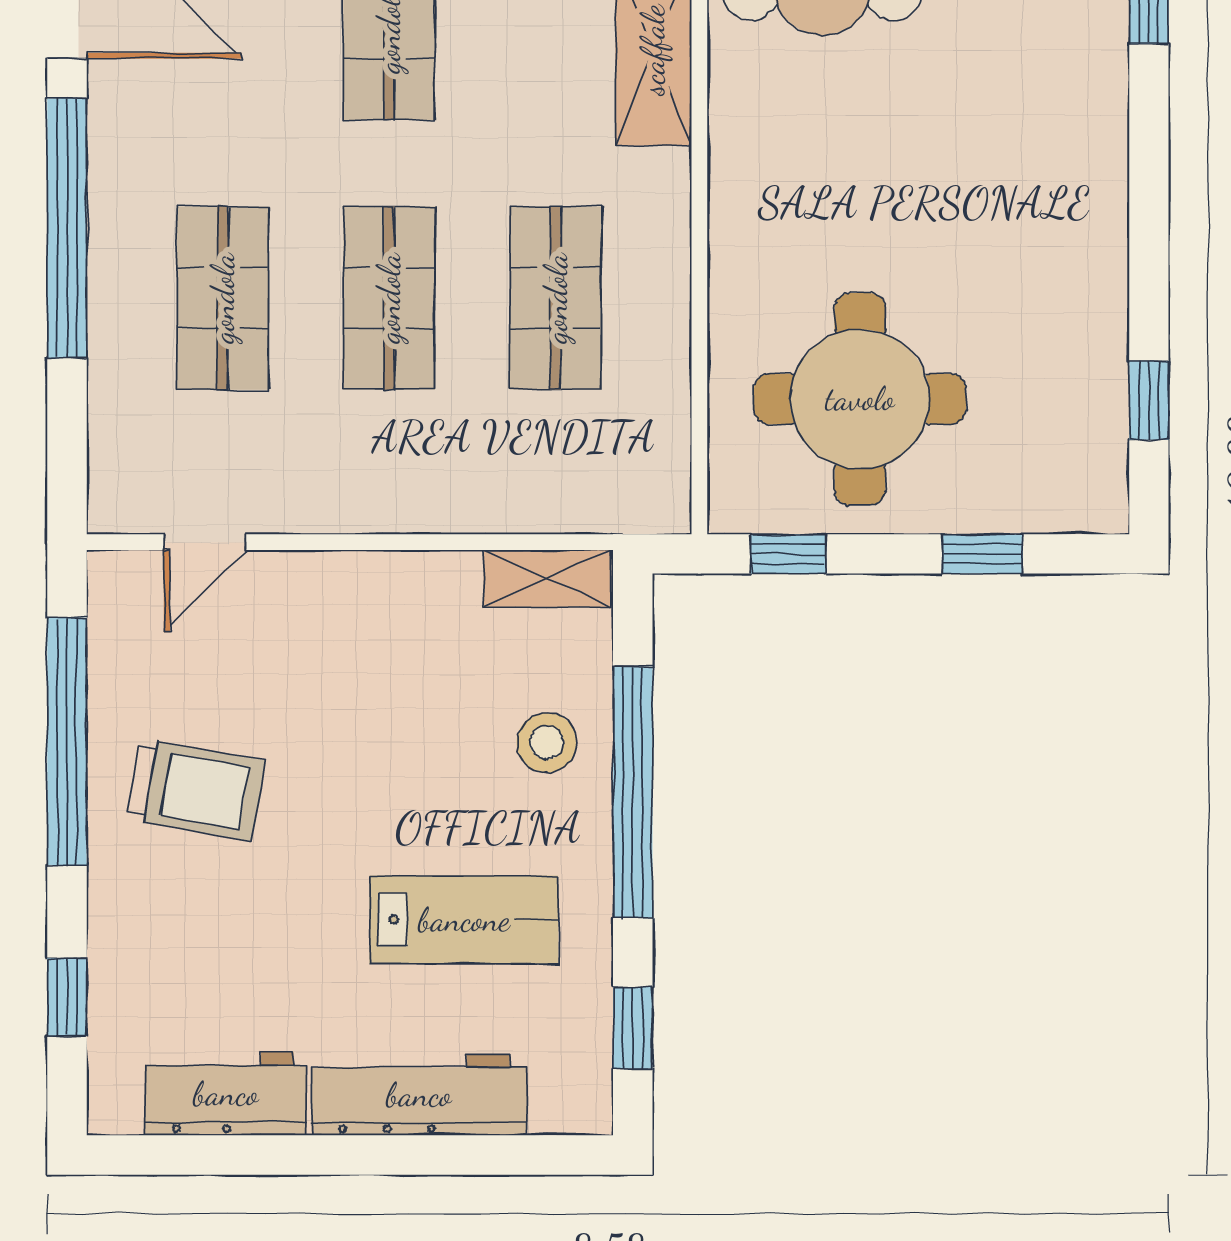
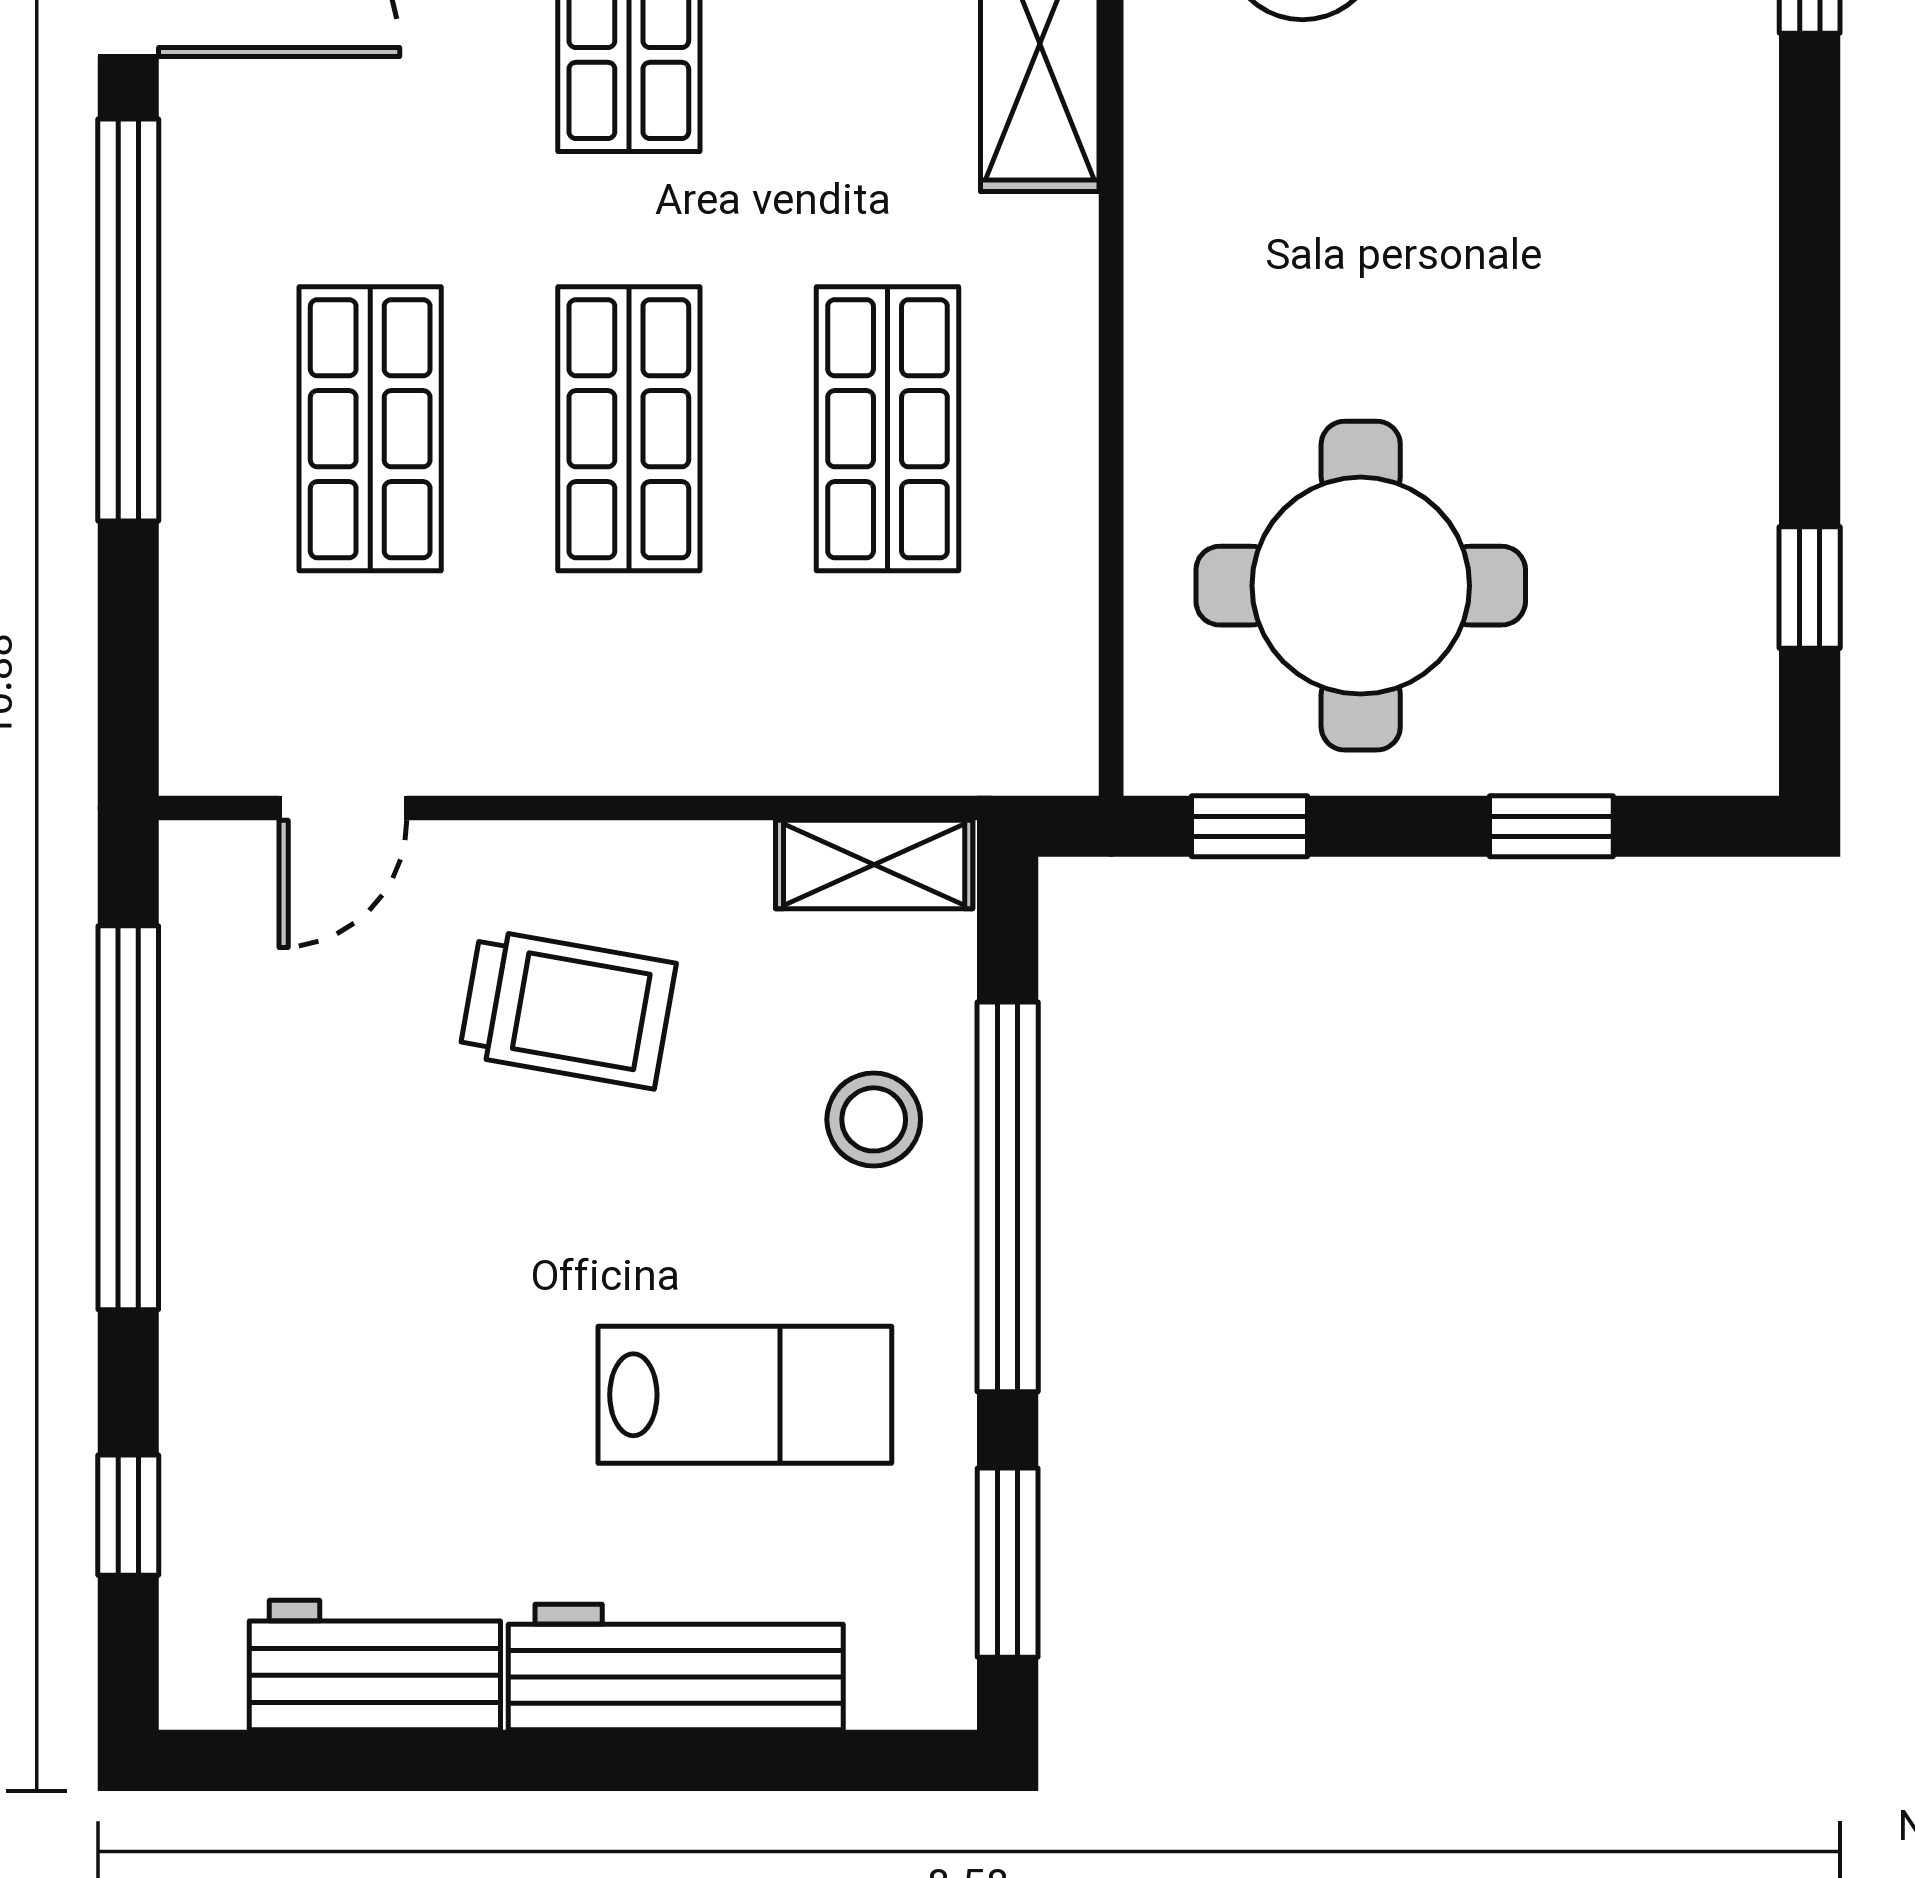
trolley: (196, 790) -> (568, 1009), moved
window: (633, 1028) -> (1008, 1563), width x1.50

